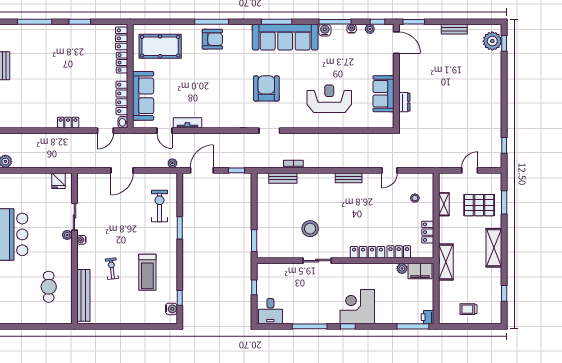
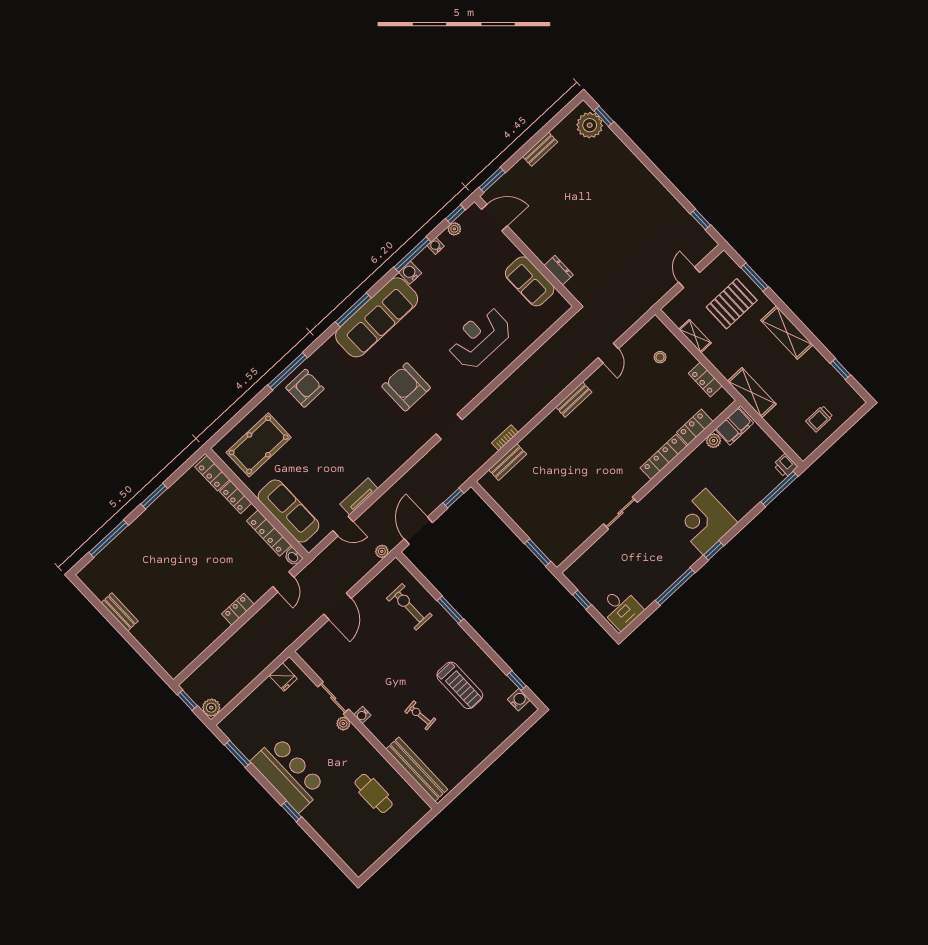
stool: (310, 229) -> (583, 487), removed

